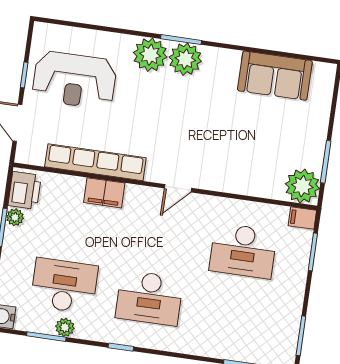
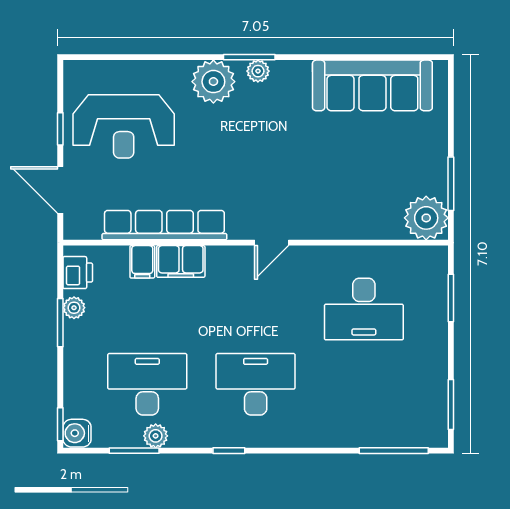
plant: (185, 59) -> (258, 71), width x0.53, depth x0.53
sofa: (275, 76) -> (372, 85), width x1.36
printer: (25, 190) -> (78, 273), width x0.73, depth x0.81
filing cabinet: (302, 218) -> (142, 262), moved, turned -90
desk: (149, 298) -> (256, 384), turned 180

